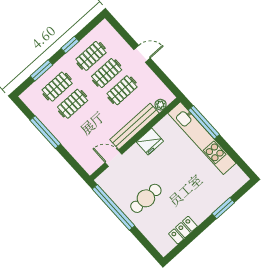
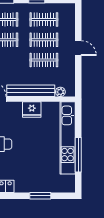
window: (204, 122) -> (78, 155), moved

